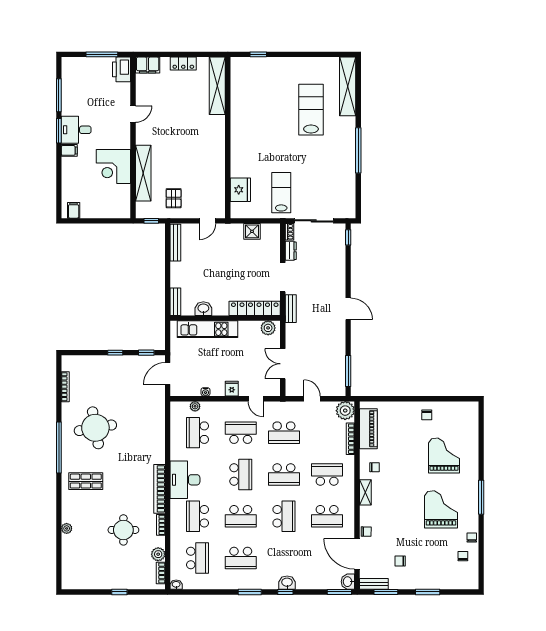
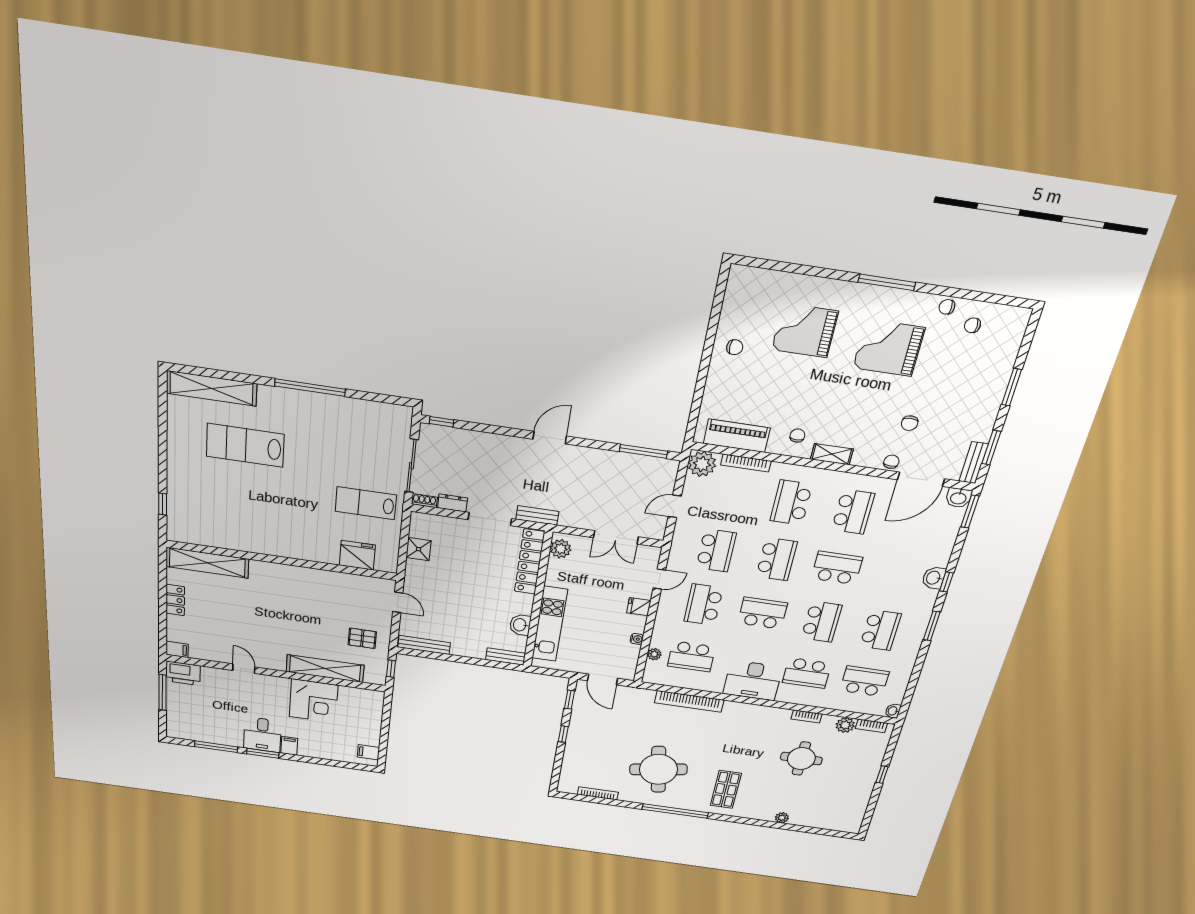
filing cabinet: (148, 65) -> (177, 649), width x0.50
bookcase: (159, 489) -> (689, 701), moved
chair: (400, 561) -> (910, 423), moved

